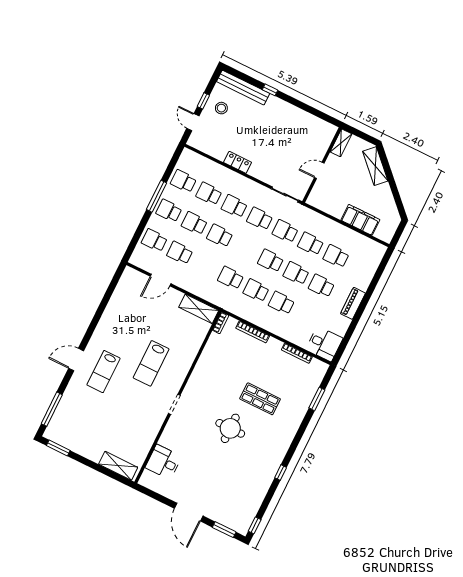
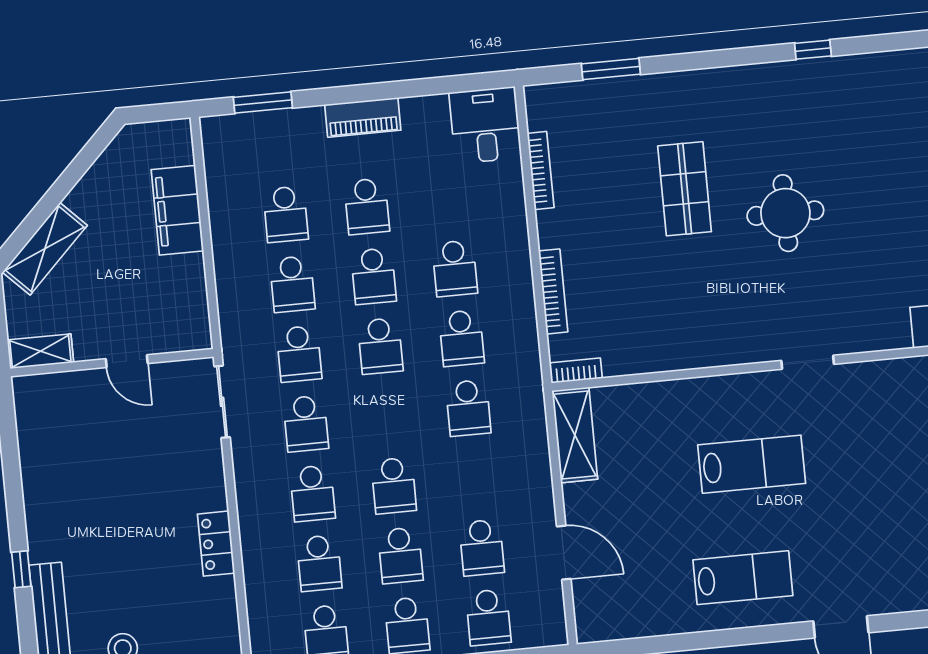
window: (379, 272) -> (263, 103), added
lab bench: (104, 372) -> (743, 578), moved

